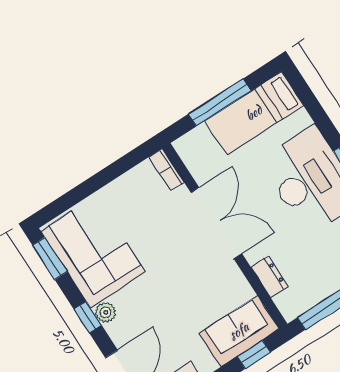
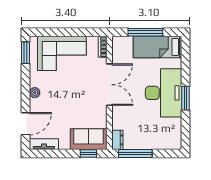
corner sofa: (93, 251) -> (62, 53), moved, turned 90
dresser: (269, 277) -> (117, 140), moved
window: (88, 317) -> (26, 90), removed

